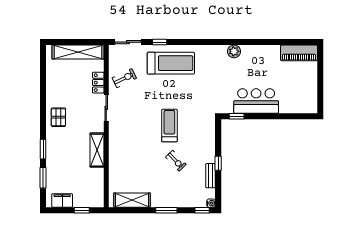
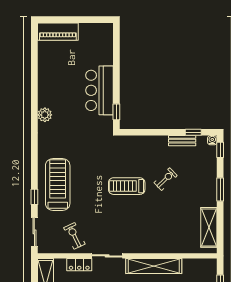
piano: (299, 53) -> (58, 32), moved, turned 90
shelving: (97, 150) -> (154, 266), width x1.47
window: (218, 163) -> (193, 132), moved

